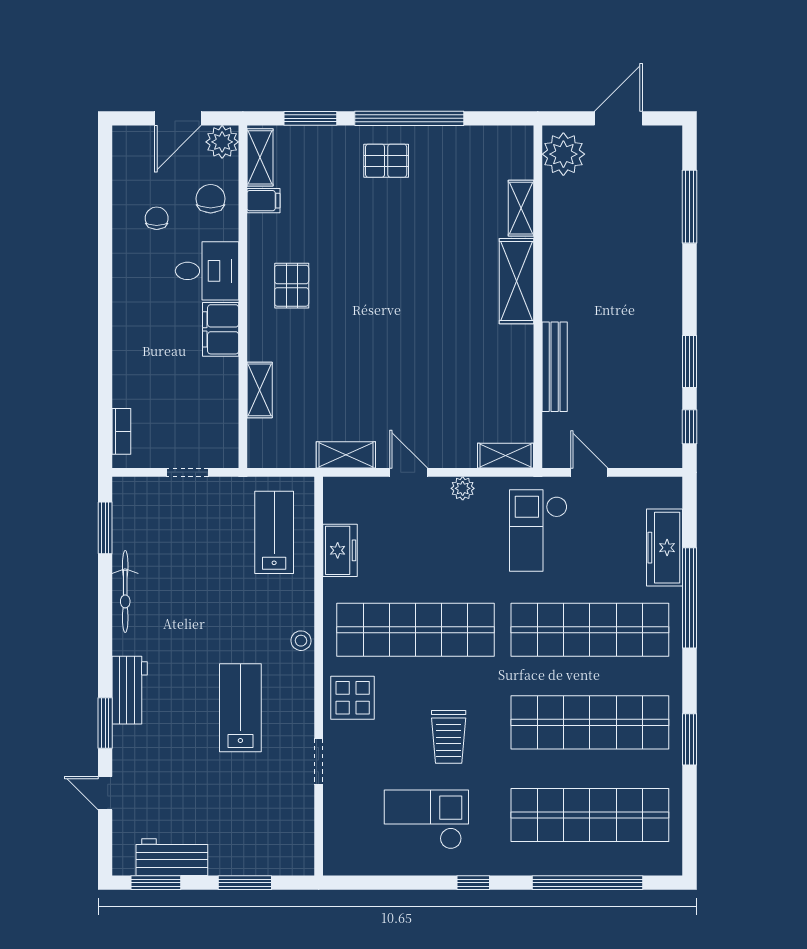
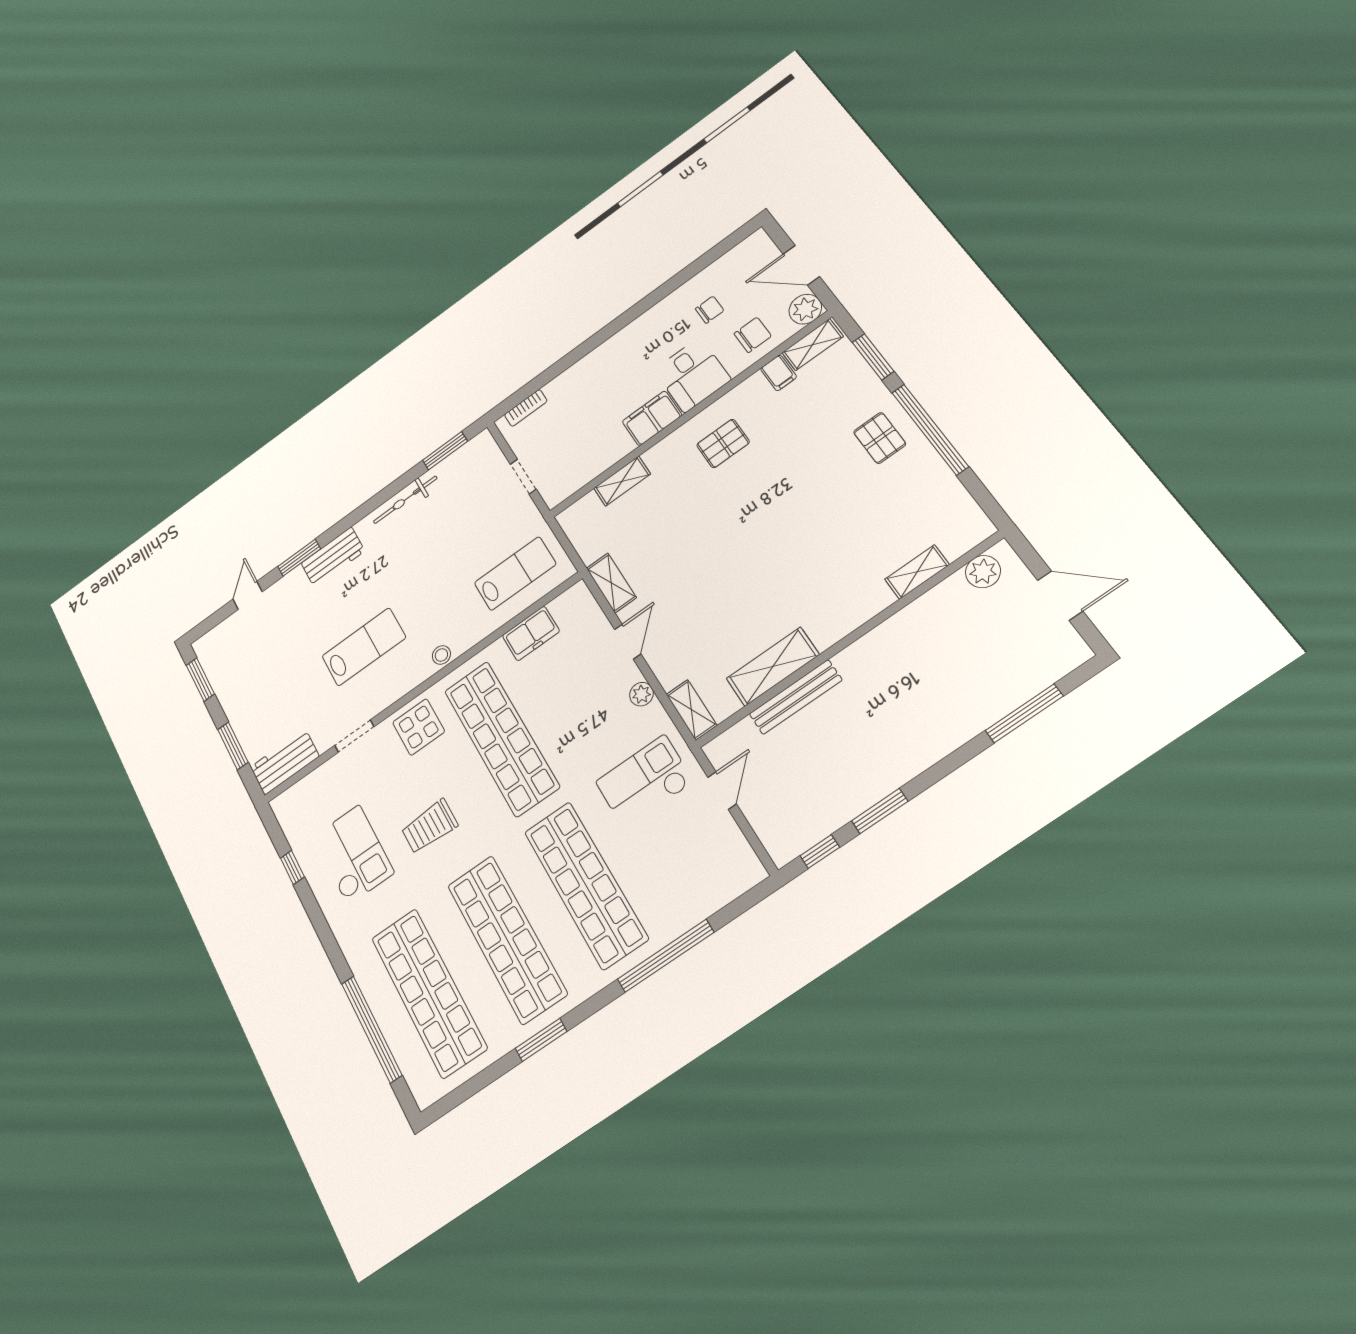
plant: (563, 154) -> (983, 572), width x0.73, depth x0.73
shelving: (516, 281) -> (773, 667), moved
freezer: (665, 548) -> (697, 903), removed
workbench: (172, 857) -> (285, 762), moved, turned -90
window: (473, 883) -> (292, 867), moved

